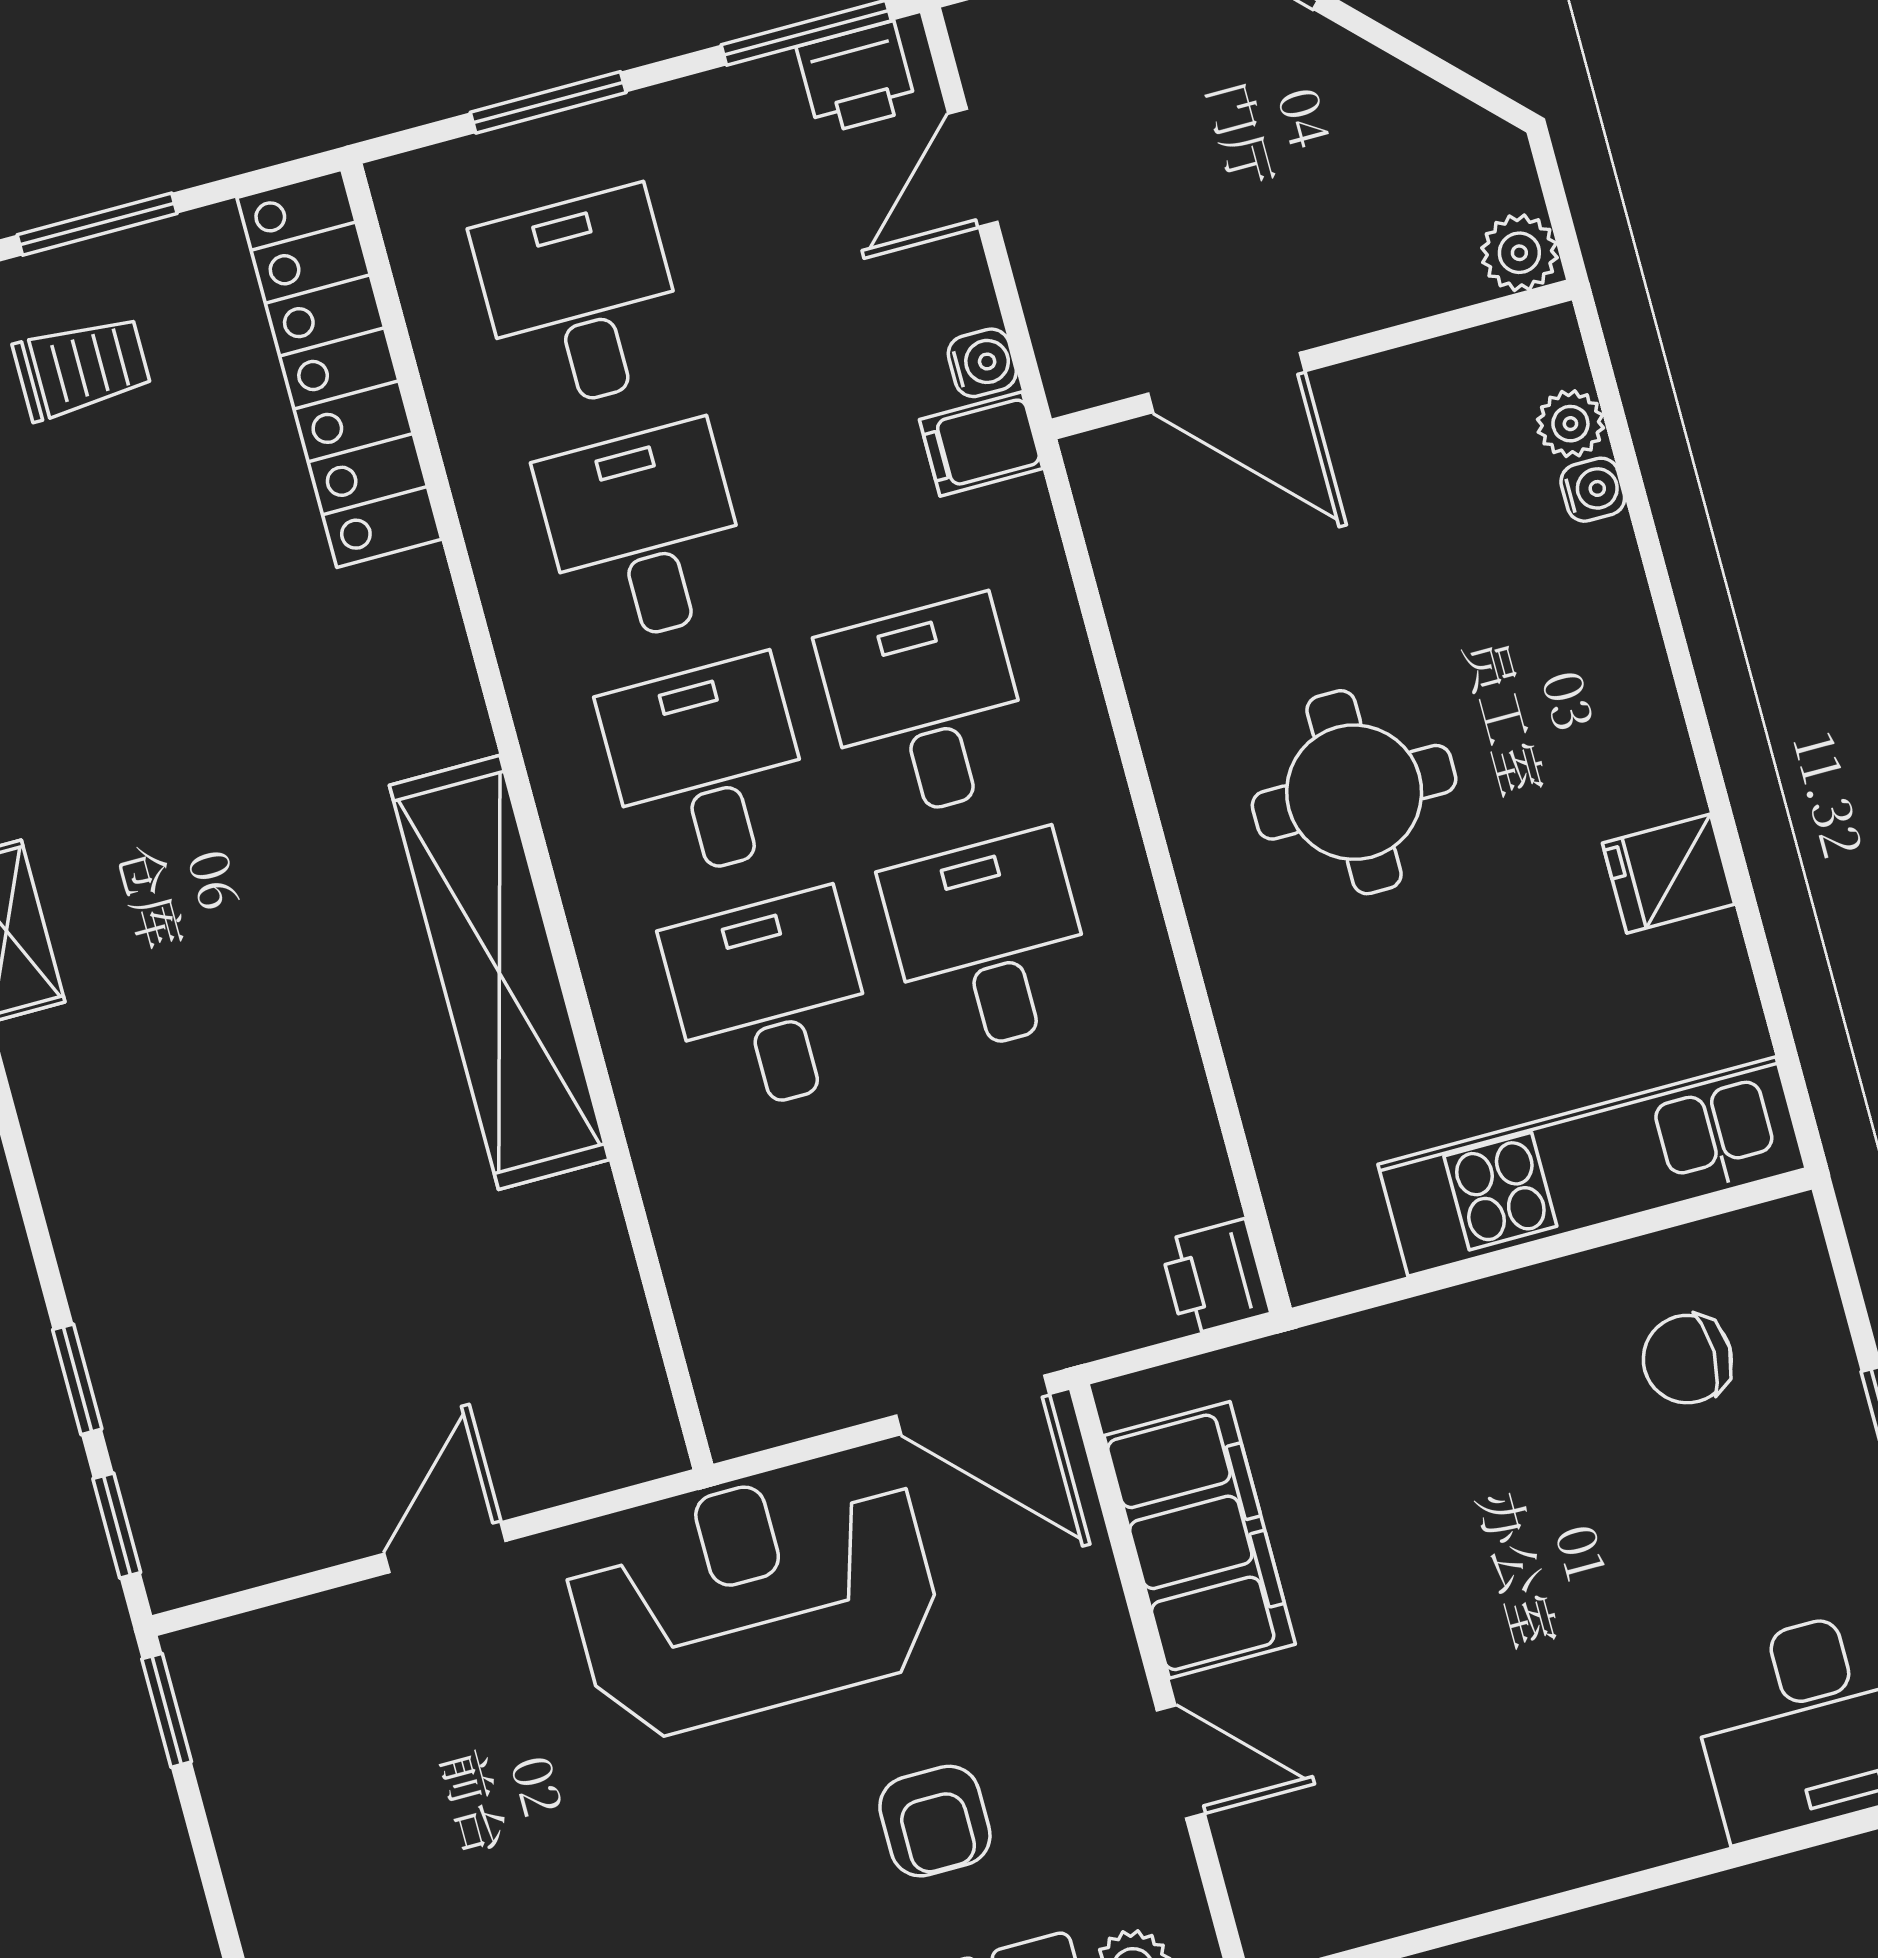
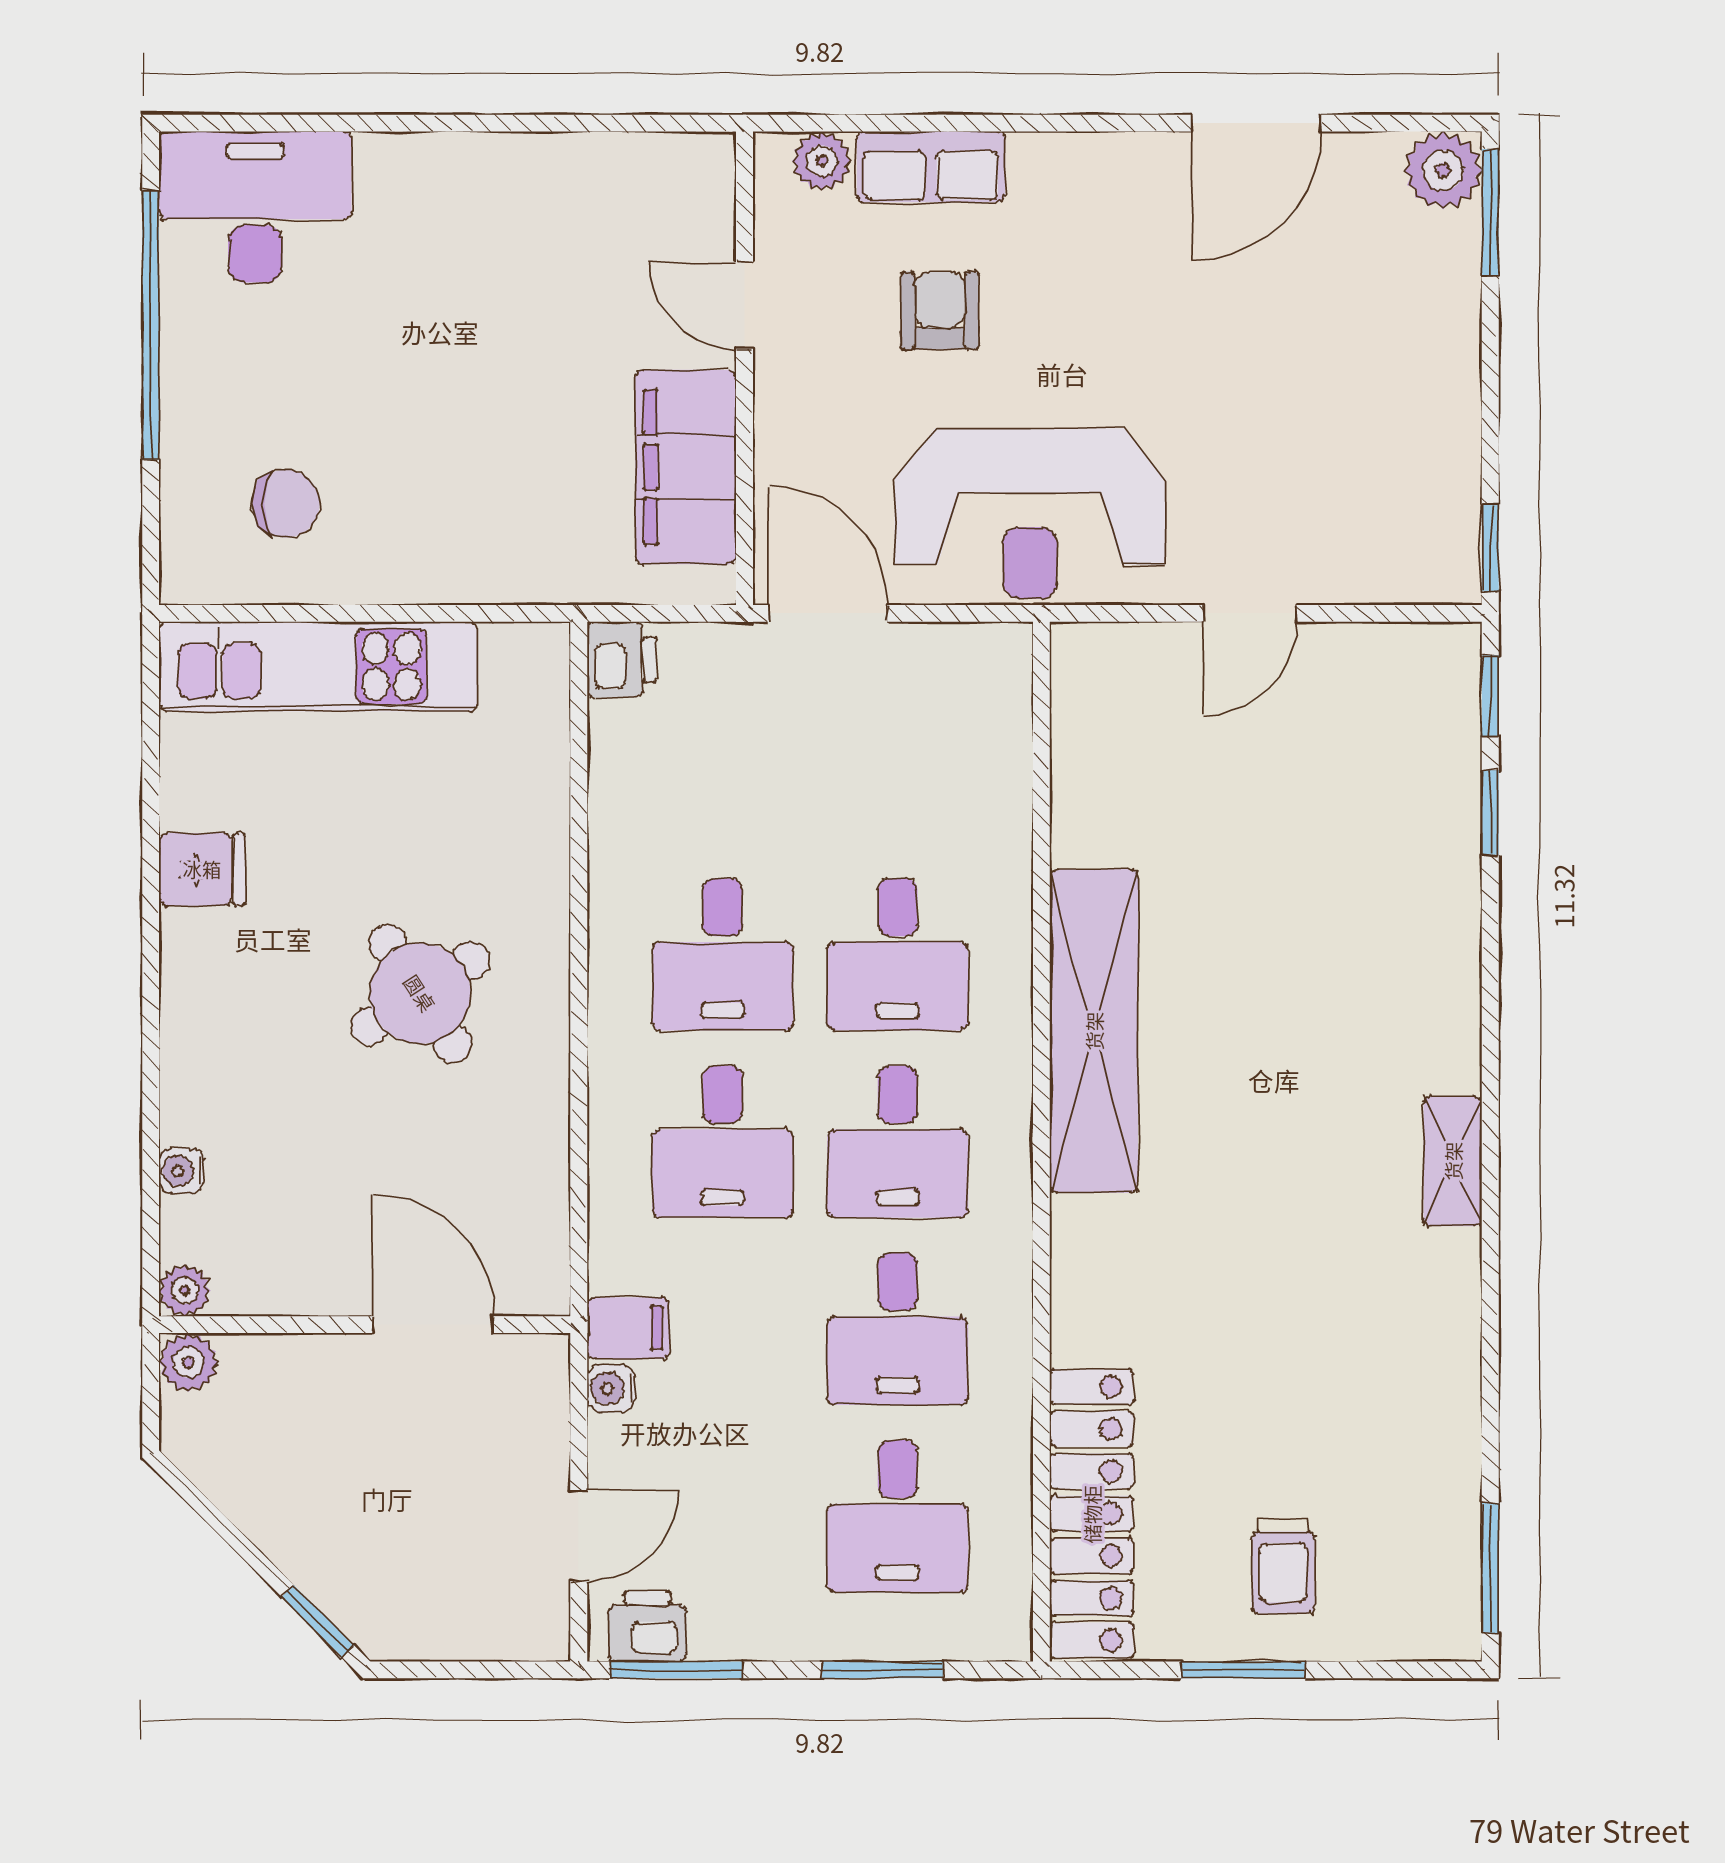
trolley: (82, 367) -> (1283, 1566), turned -90
plant: (1570, 424) -> (185, 1291), moved
round table: (1354, 792) -> (420, 993), turned -33

